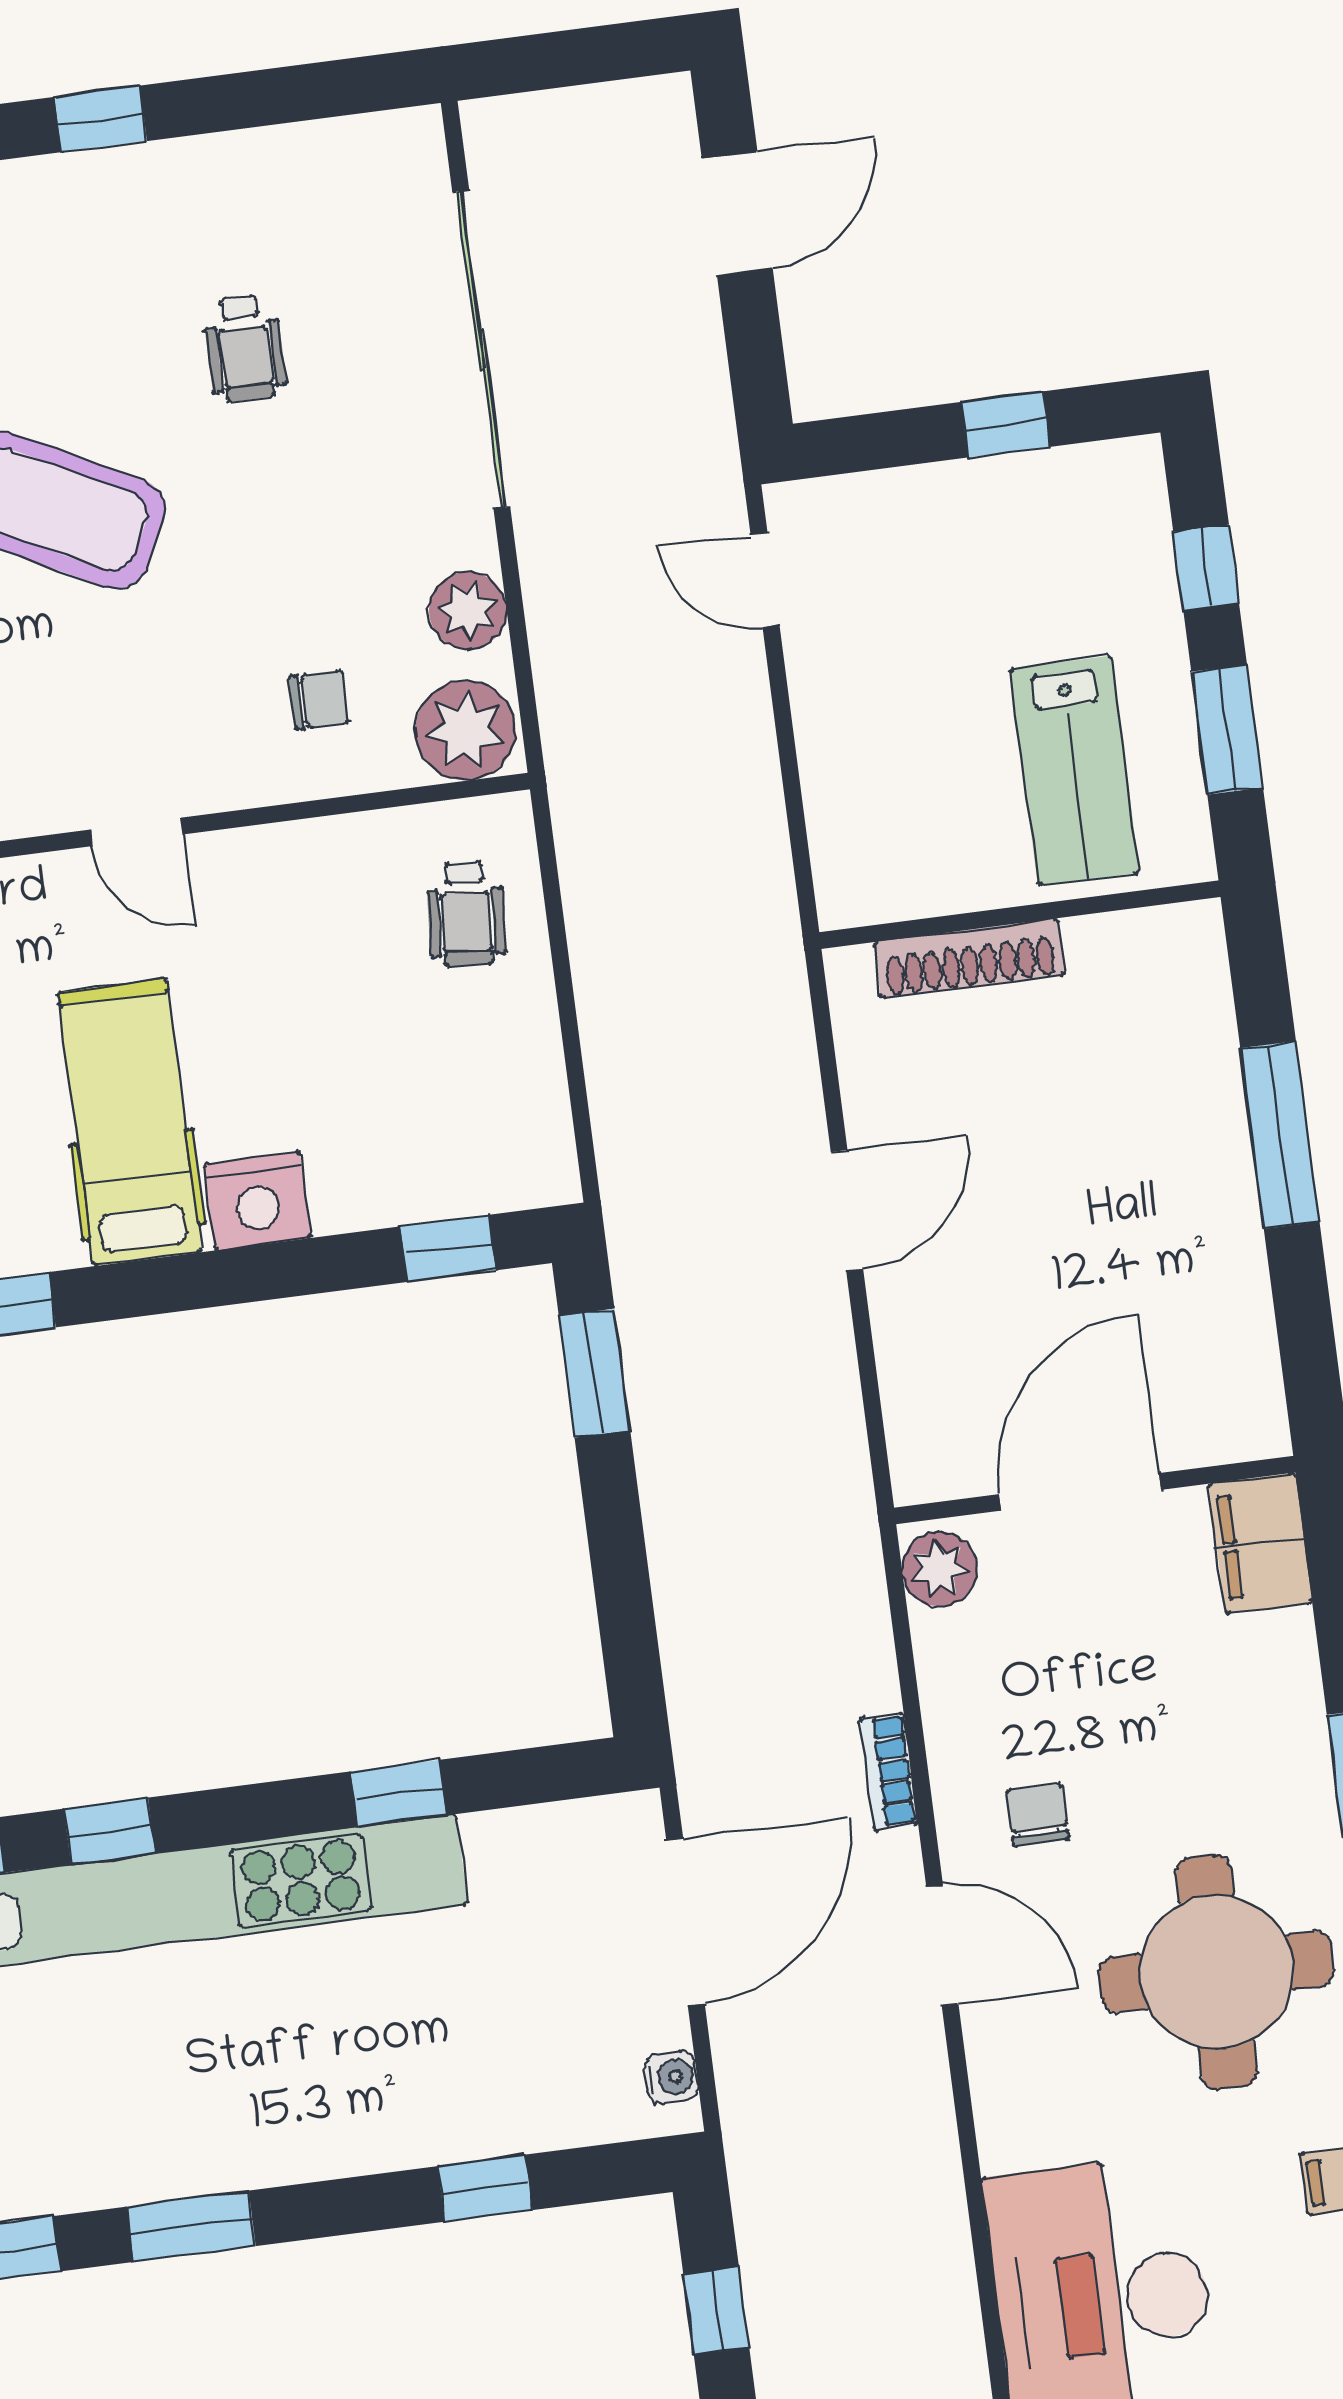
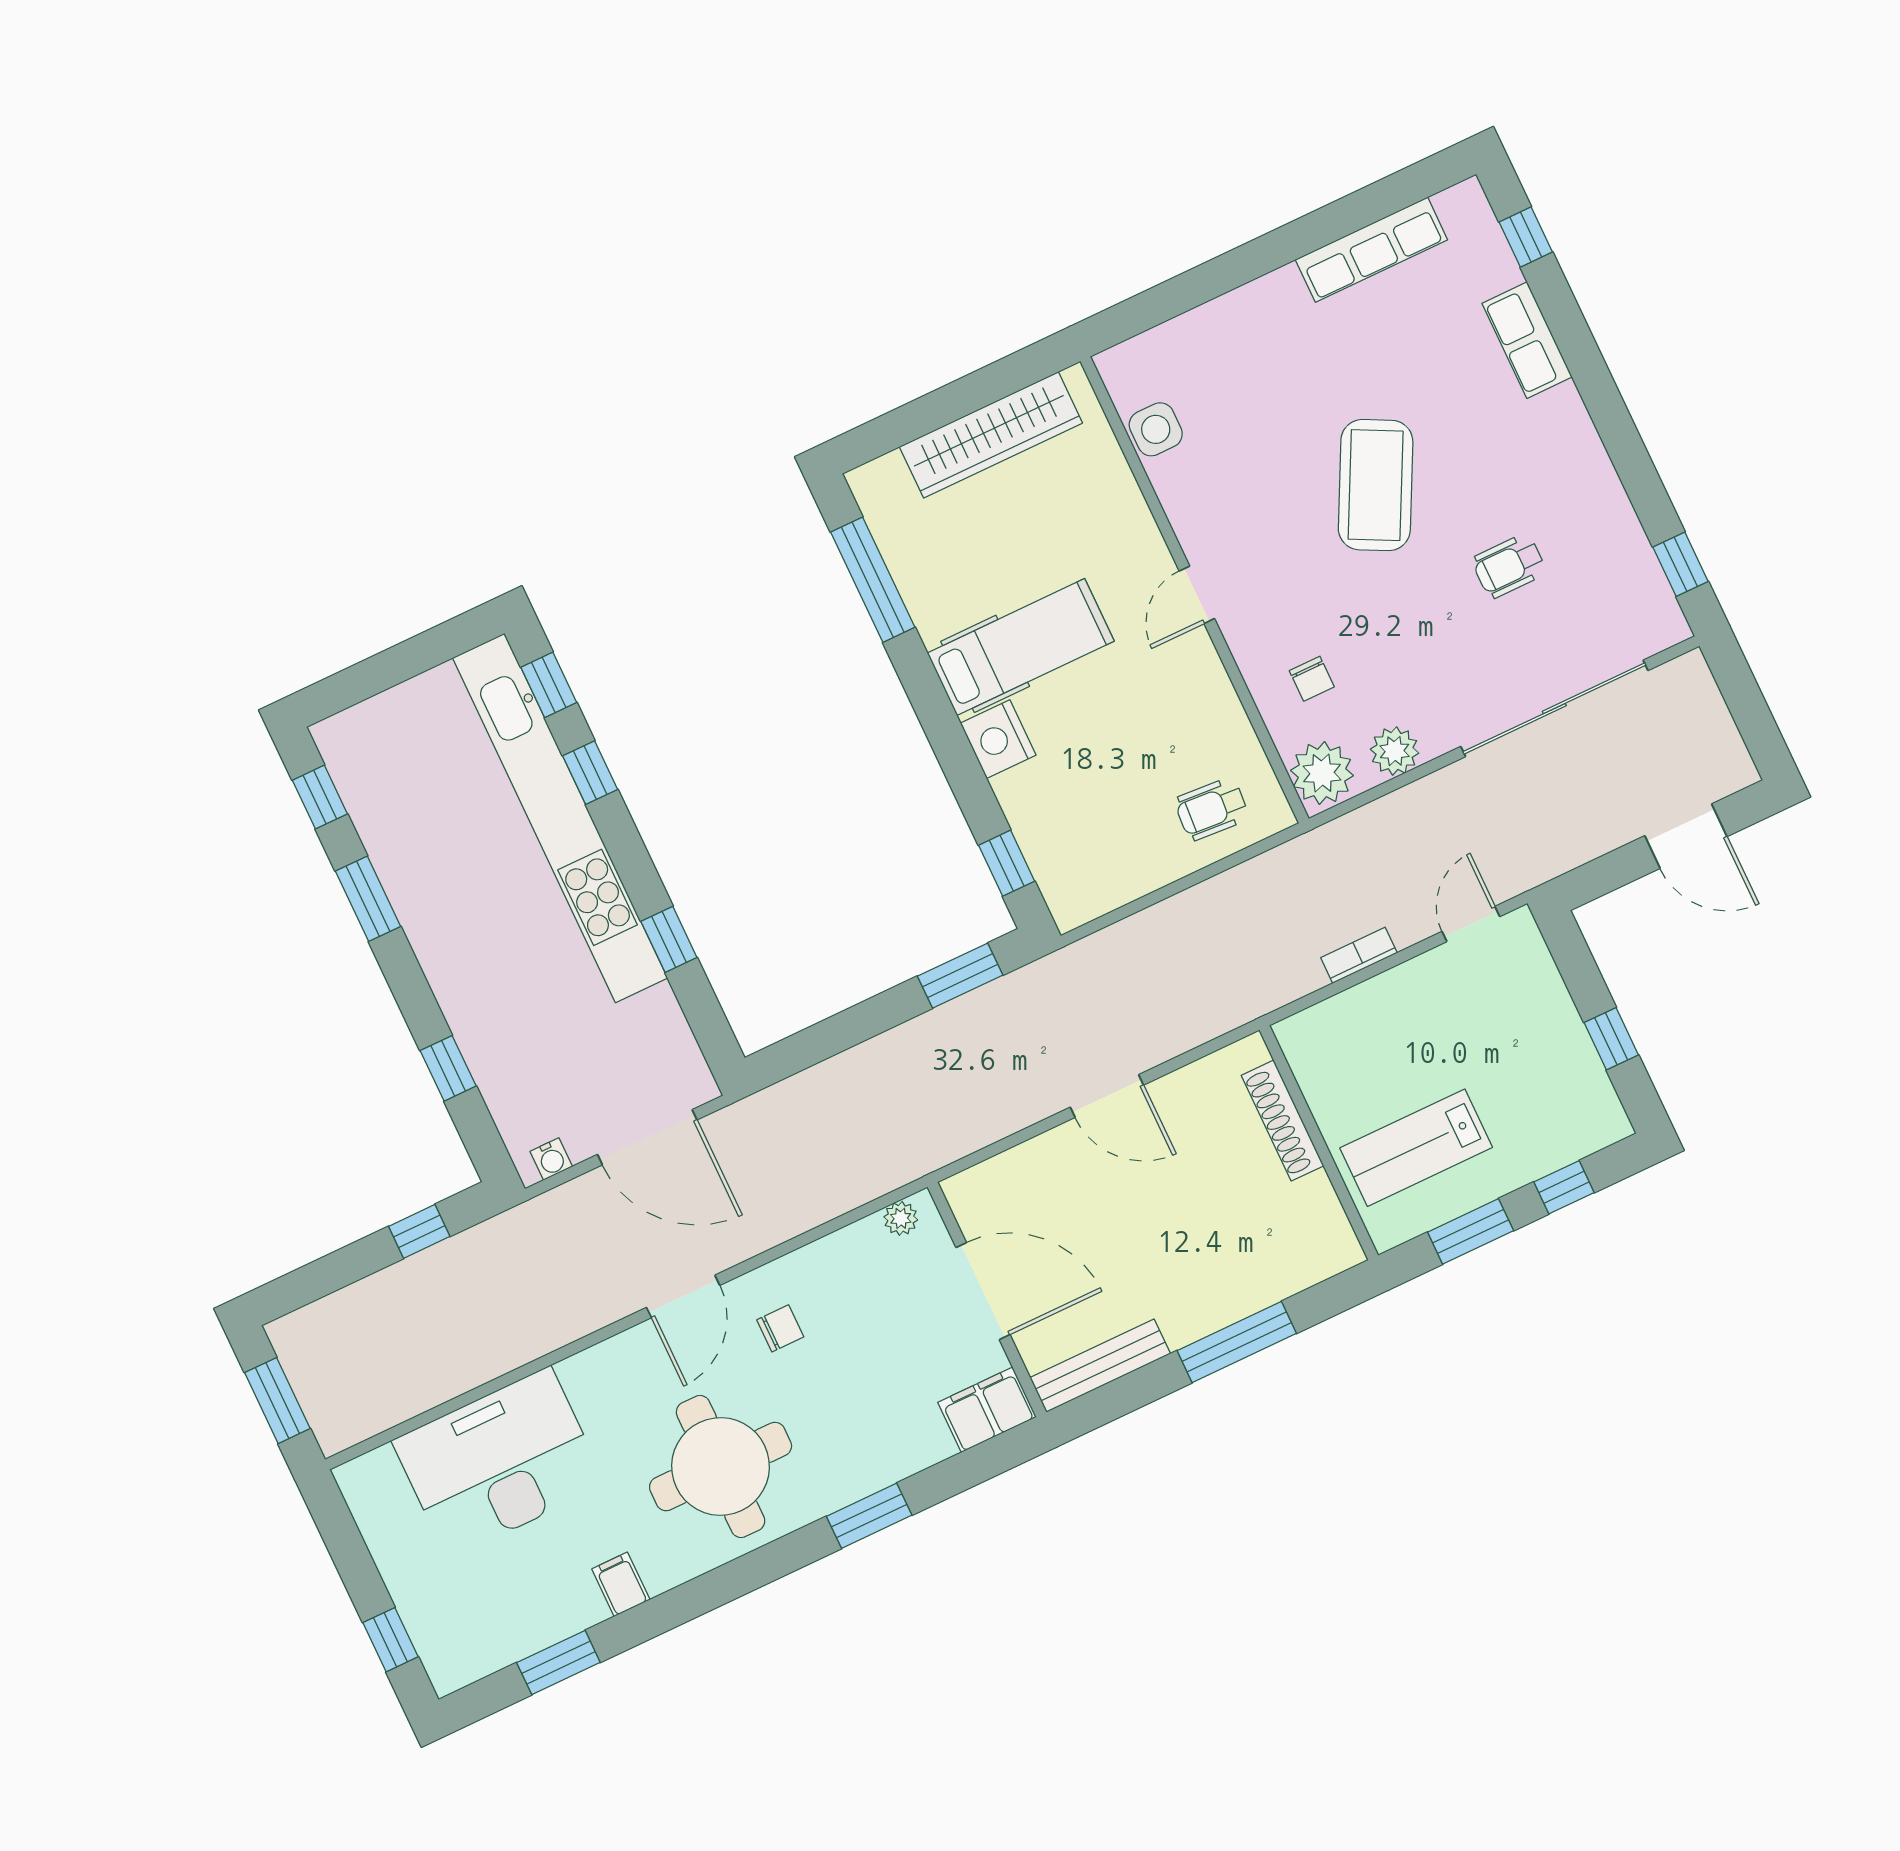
window: (101, 119) -> (1680, 564), moved
bench: (1249, 1352) -> (1100, 1366), added
plant: (940, 1569) -> (901, 1218), width x0.73, depth x0.73
bookcase: (888, 1771) -> (1359, 955), moved

